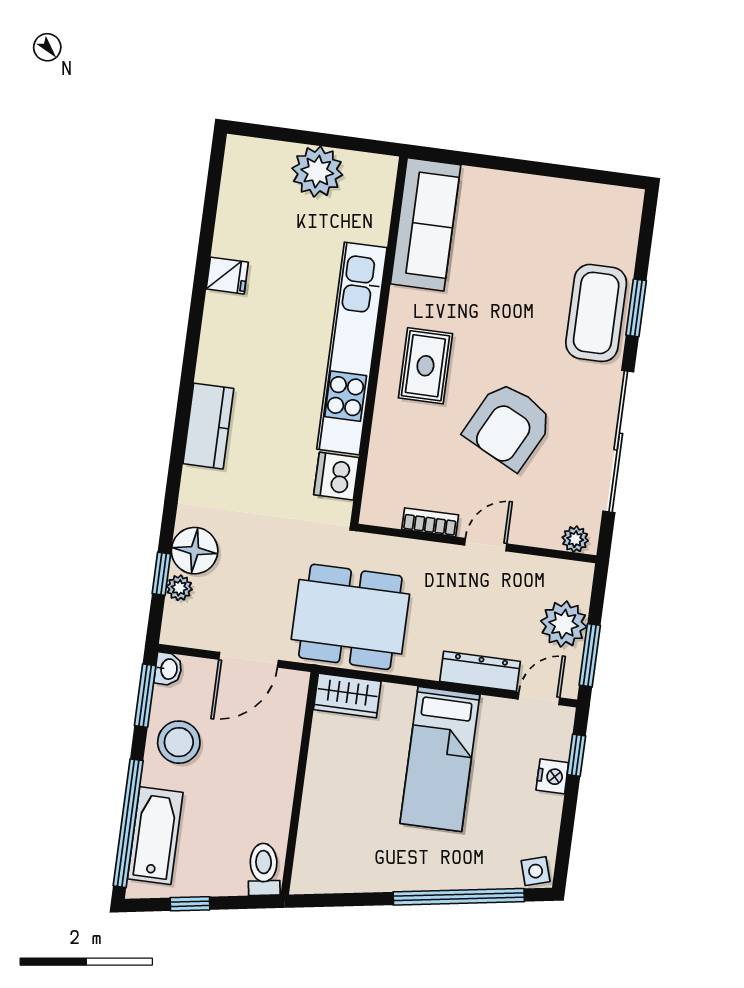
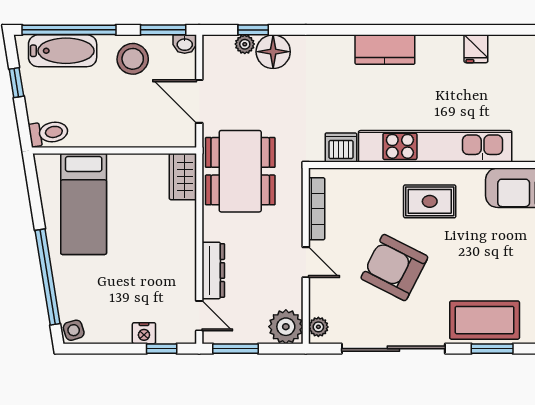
kitchen counter: (208, 426) -> (385, 50), moved
bookcase: (430, 522) -> (317, 209), width x1.56
plant: (564, 624) -> (286, 327), moved
bed: (440, 759) -> (84, 204), moved, turned -90

